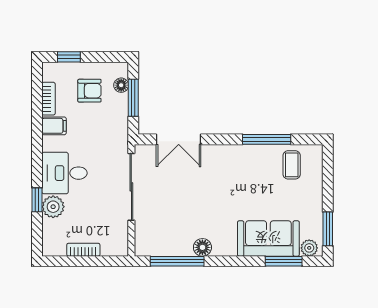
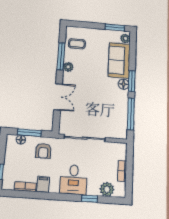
armchair: (89, 91) -> (43, 151), moved, turned 180
double door: (179, 139) -> (58, 97), moved
plant: (249, 153) -> (68, 67), added
plant: (53, 207) -> (107, 189), moved
floor lamp: (202, 247) -> (124, 84), moved
window: (284, 261) -> (132, 81), moved

